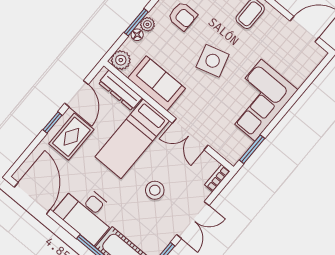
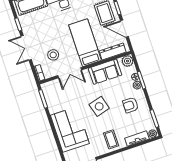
corner sofa: (258, 100) -> (70, 129), moved
double door: (190, 134) -> (70, 73), swing flipped
stool: (155, 190) -> (53, 55), moved

